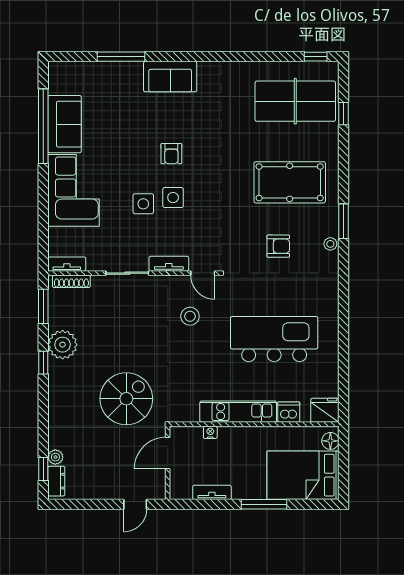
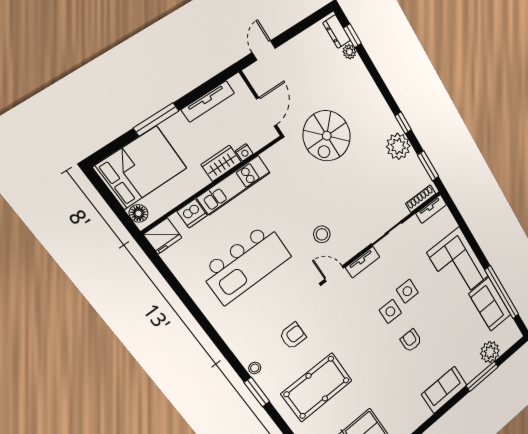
plant: (96, 75) -> (490, 352), added
armchair: (278, 246) -> (293, 336), turned 180
wardrobe: (236, 436) -> (221, 163), added
tv unit: (212, 492) -> (208, 101), width x1.41

